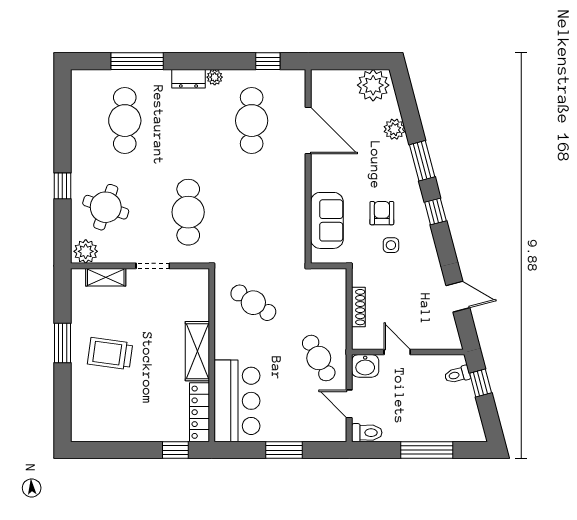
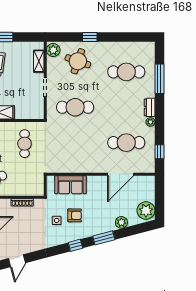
door: (458, 297) -> (17, 261), moved
cafe table: (253, 303) -> (25, 144), turned -34

